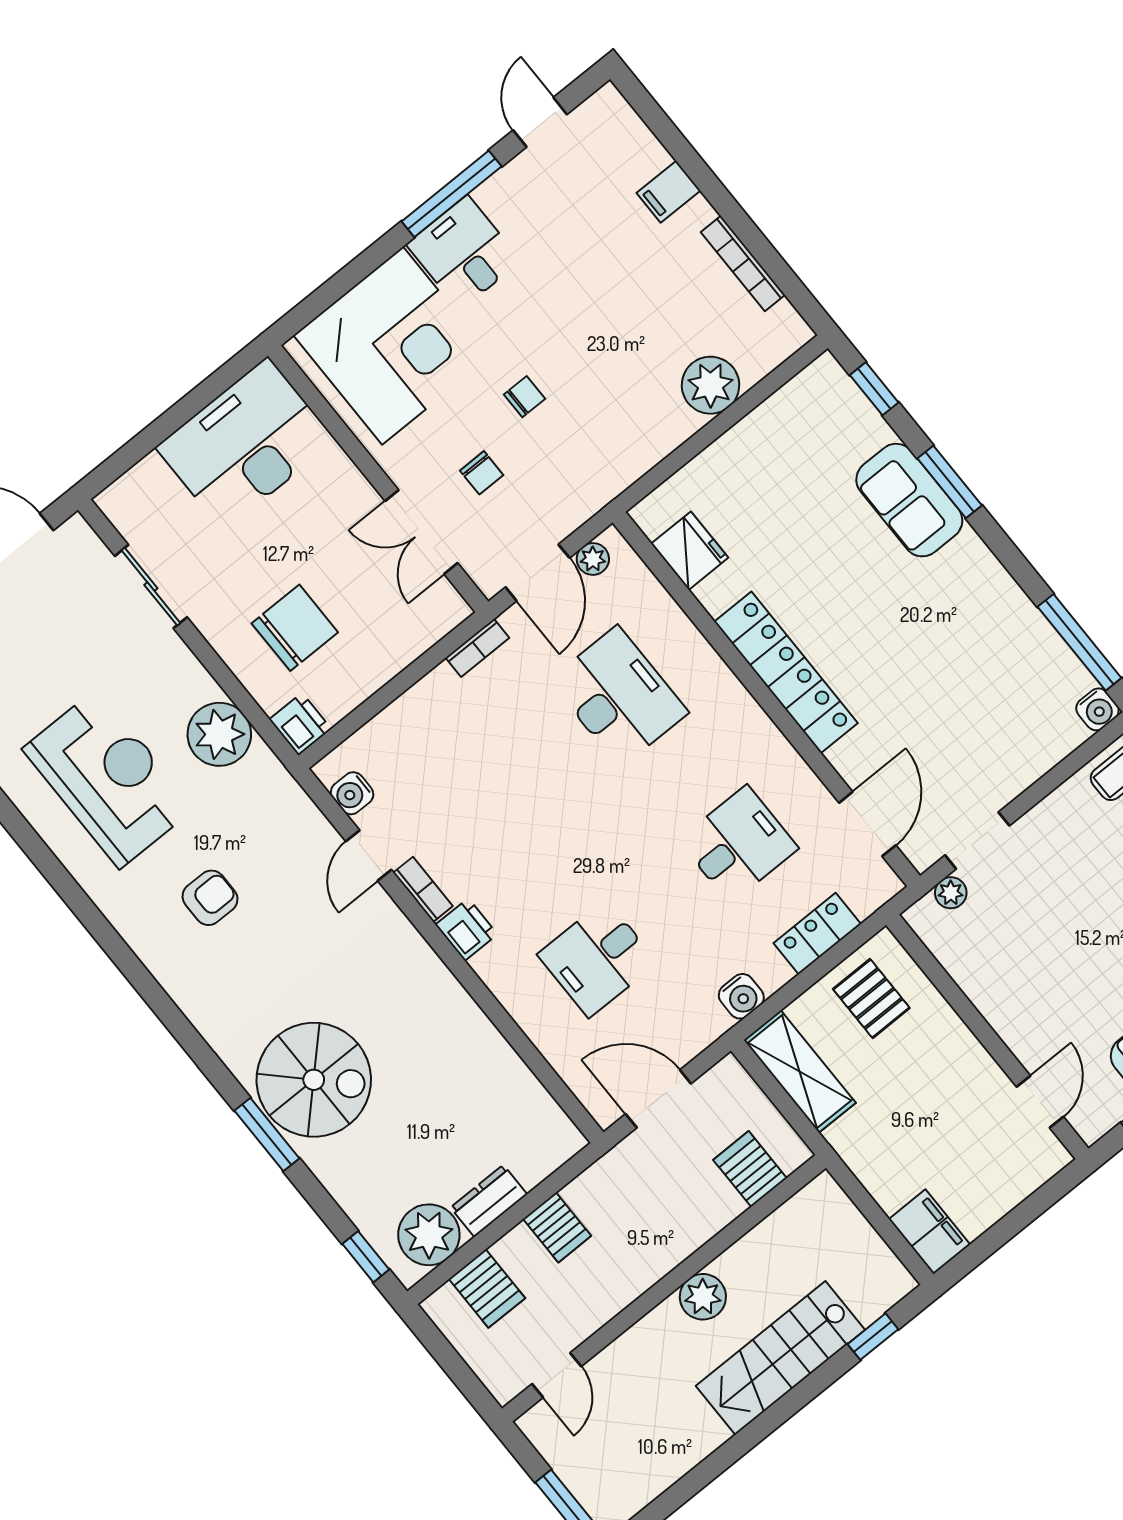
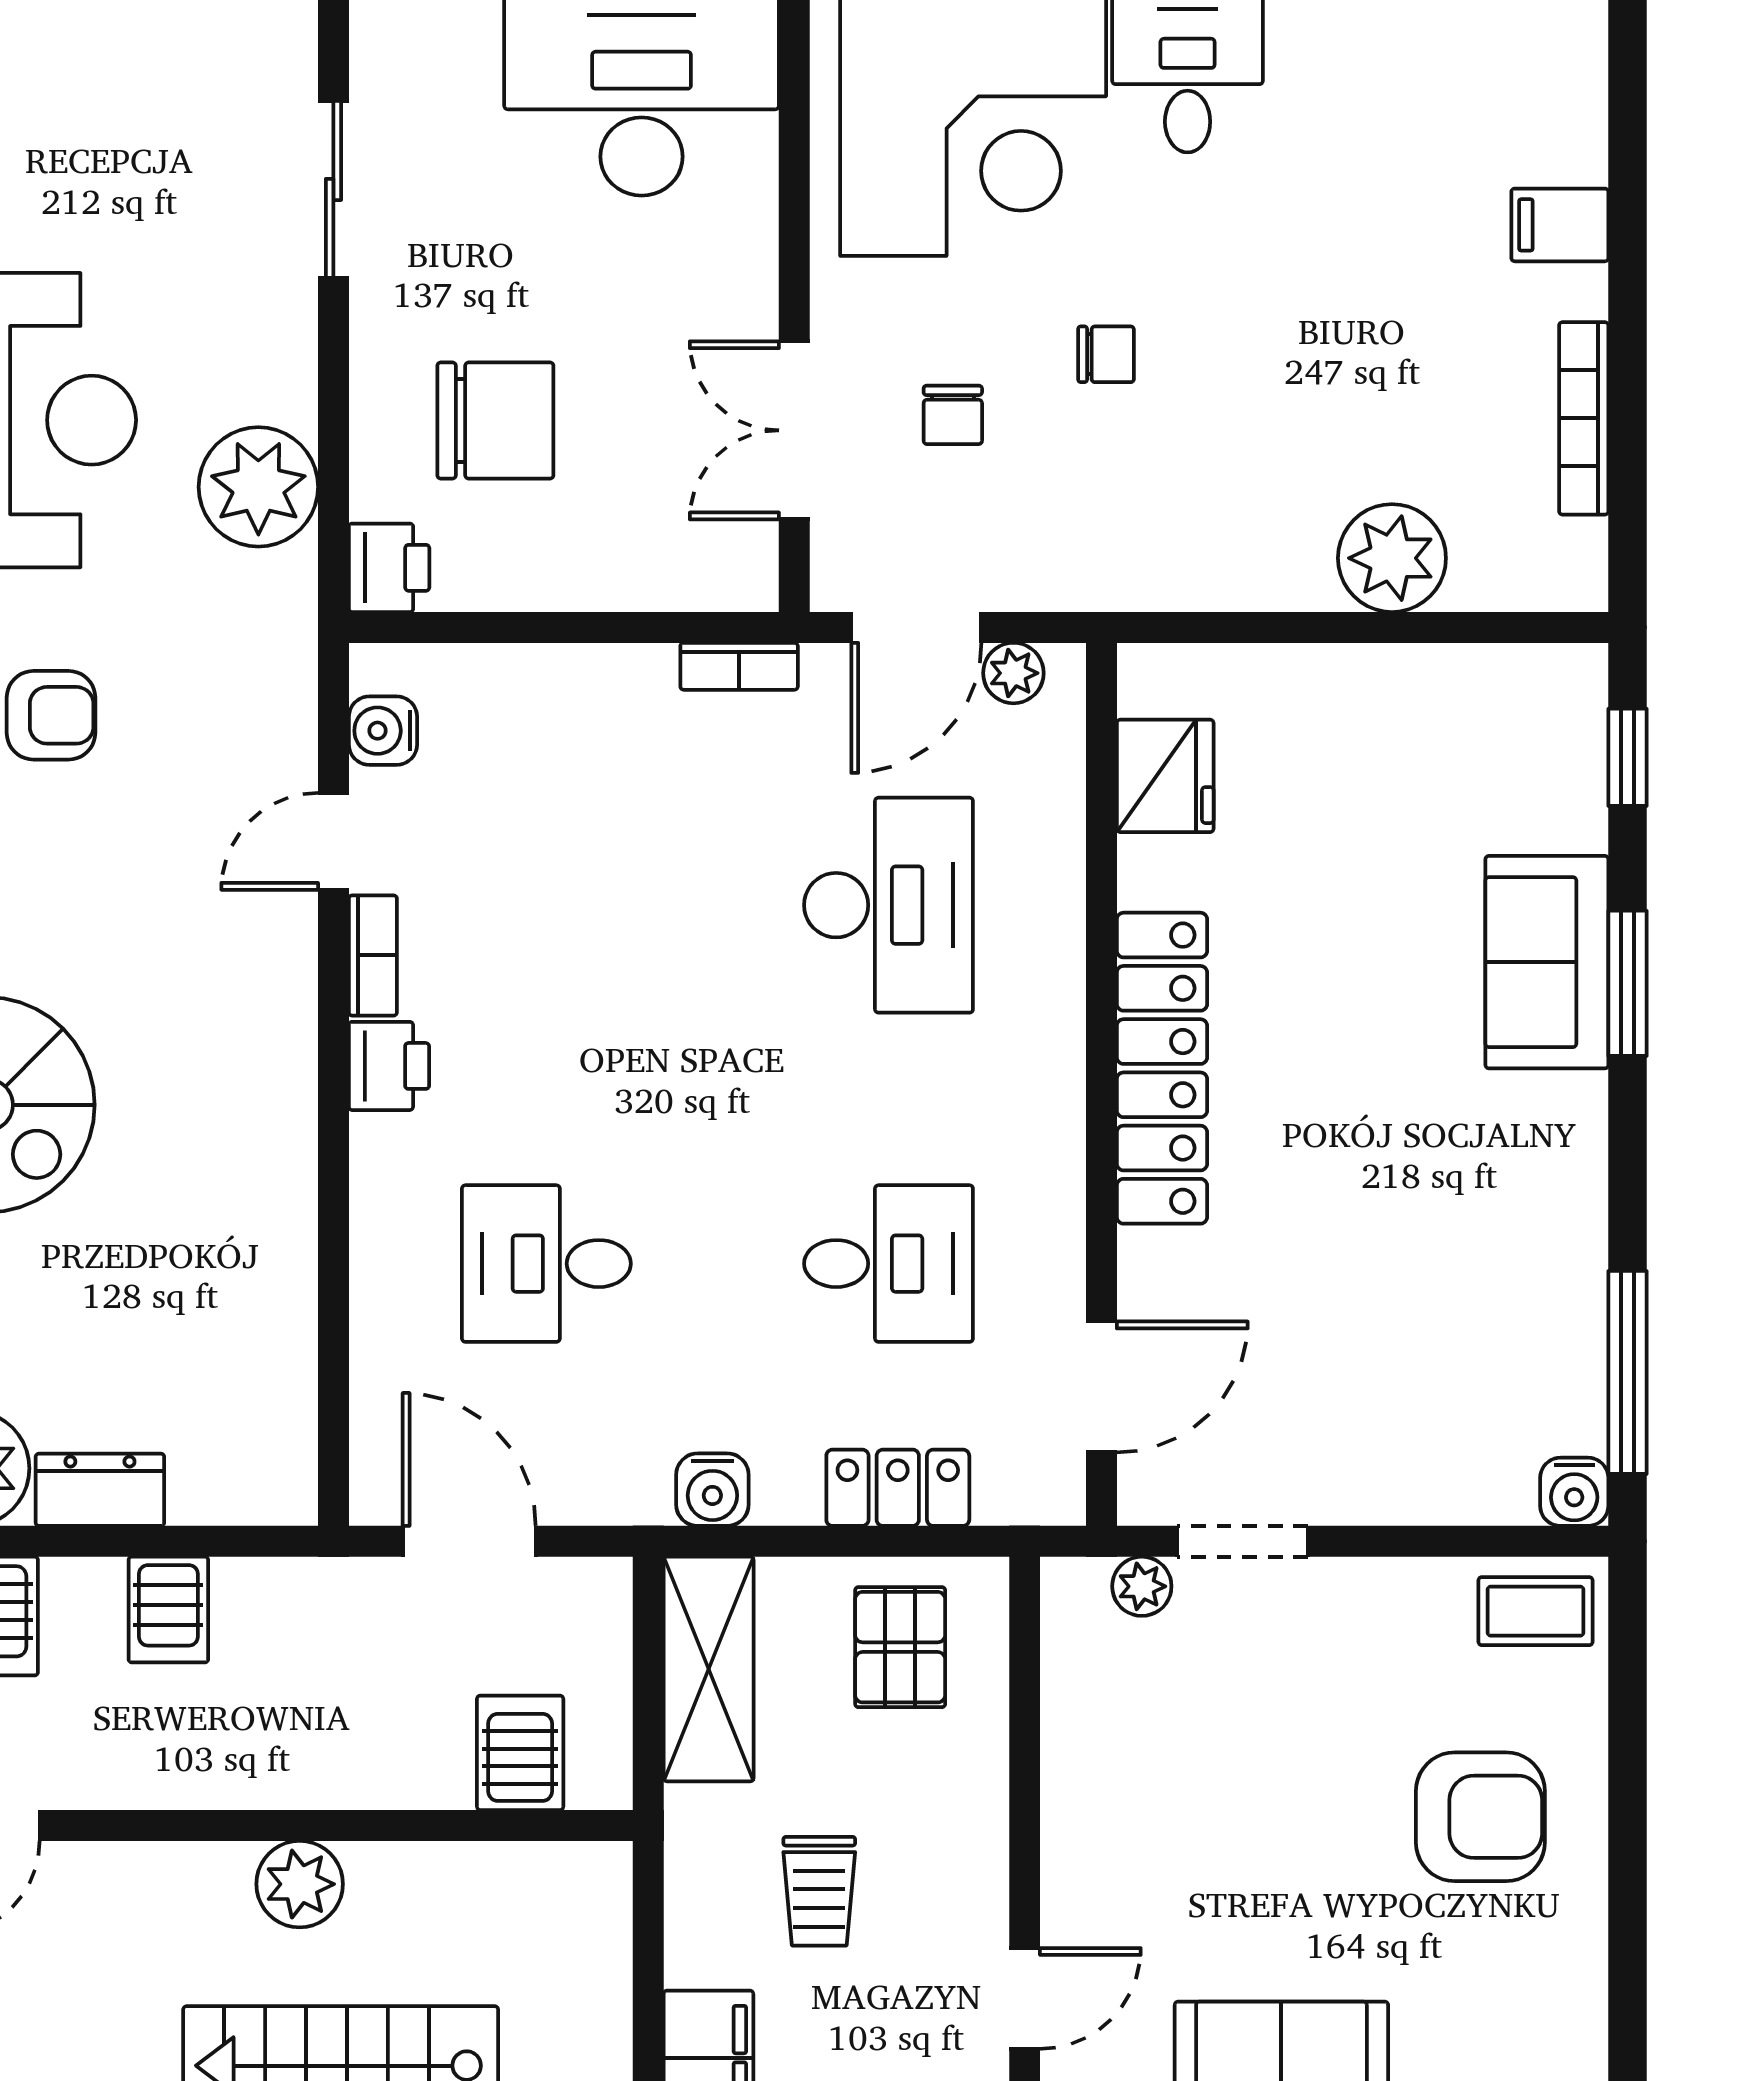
trolley: (919, 1126) -> (819, 1891), added

